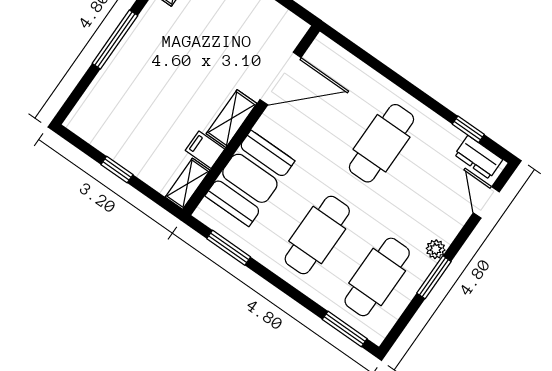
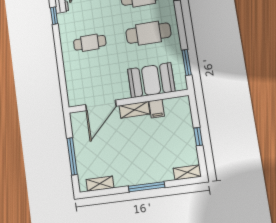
door: (280, 79) -> (101, 105), swing flipped
cafe table: (381, 143) -> (90, 43), width x0.73, depth x0.74
shelving: (188, 184) -> (187, 172), moved

